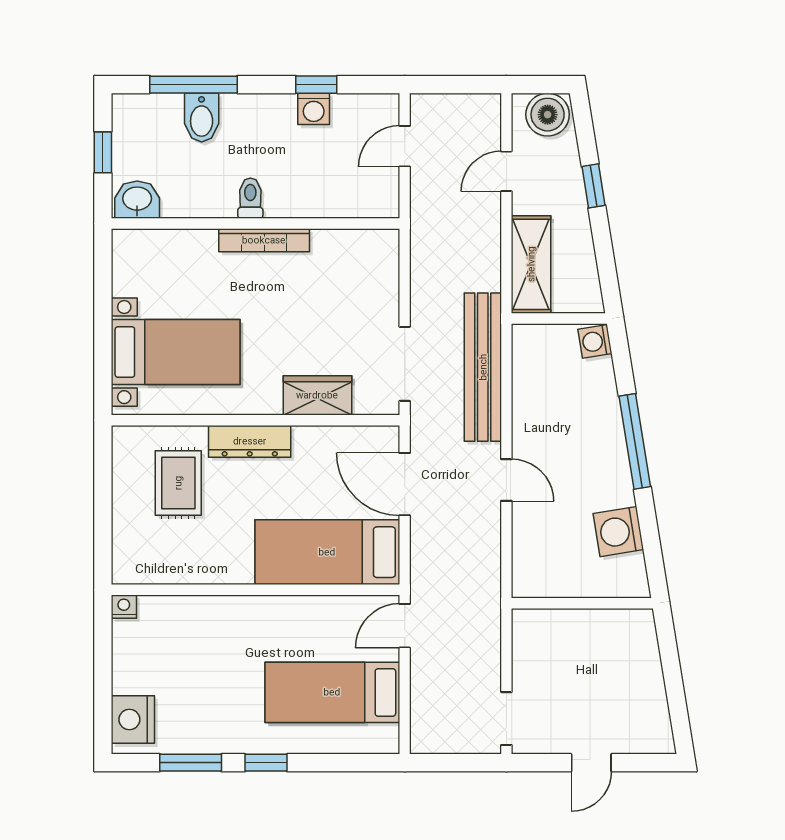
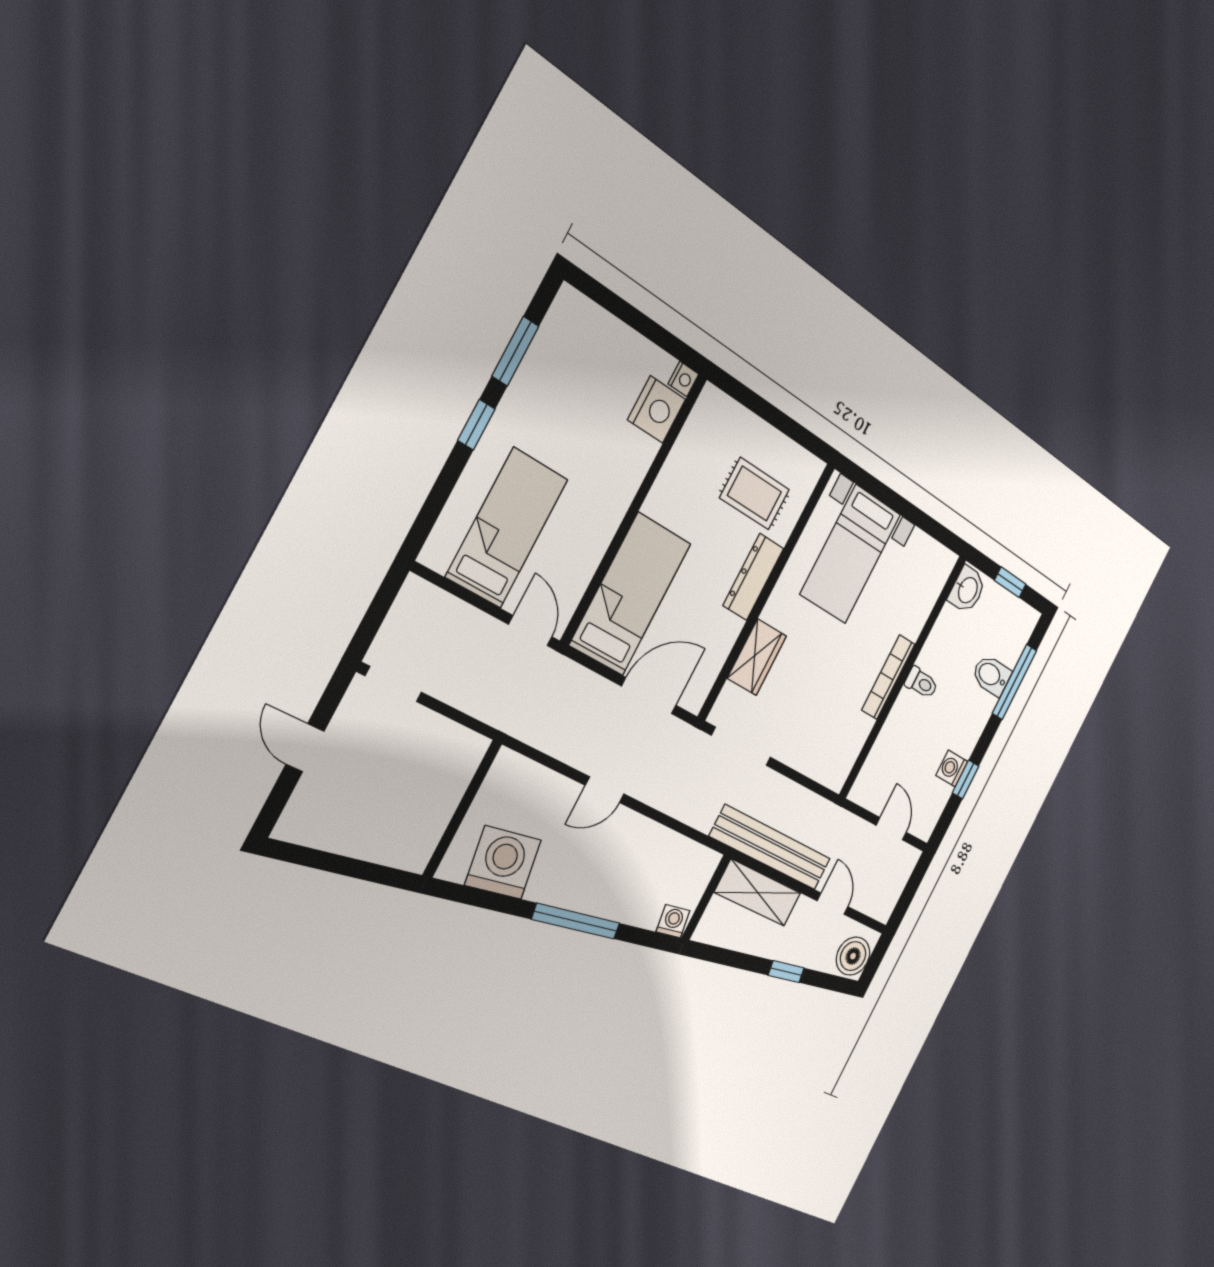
bench: (483, 367) -> (771, 848), moved
washing machine: (618, 532) -> (503, 863), width x1.37, depth x1.37
nightstand: (133, 720) -> (657, 410), moved, turned 90

